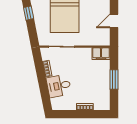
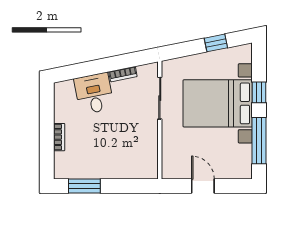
filing cabinet: (101, 54) -> (148, 164), removed
window: (114, 80) -> (84, 186), moved

